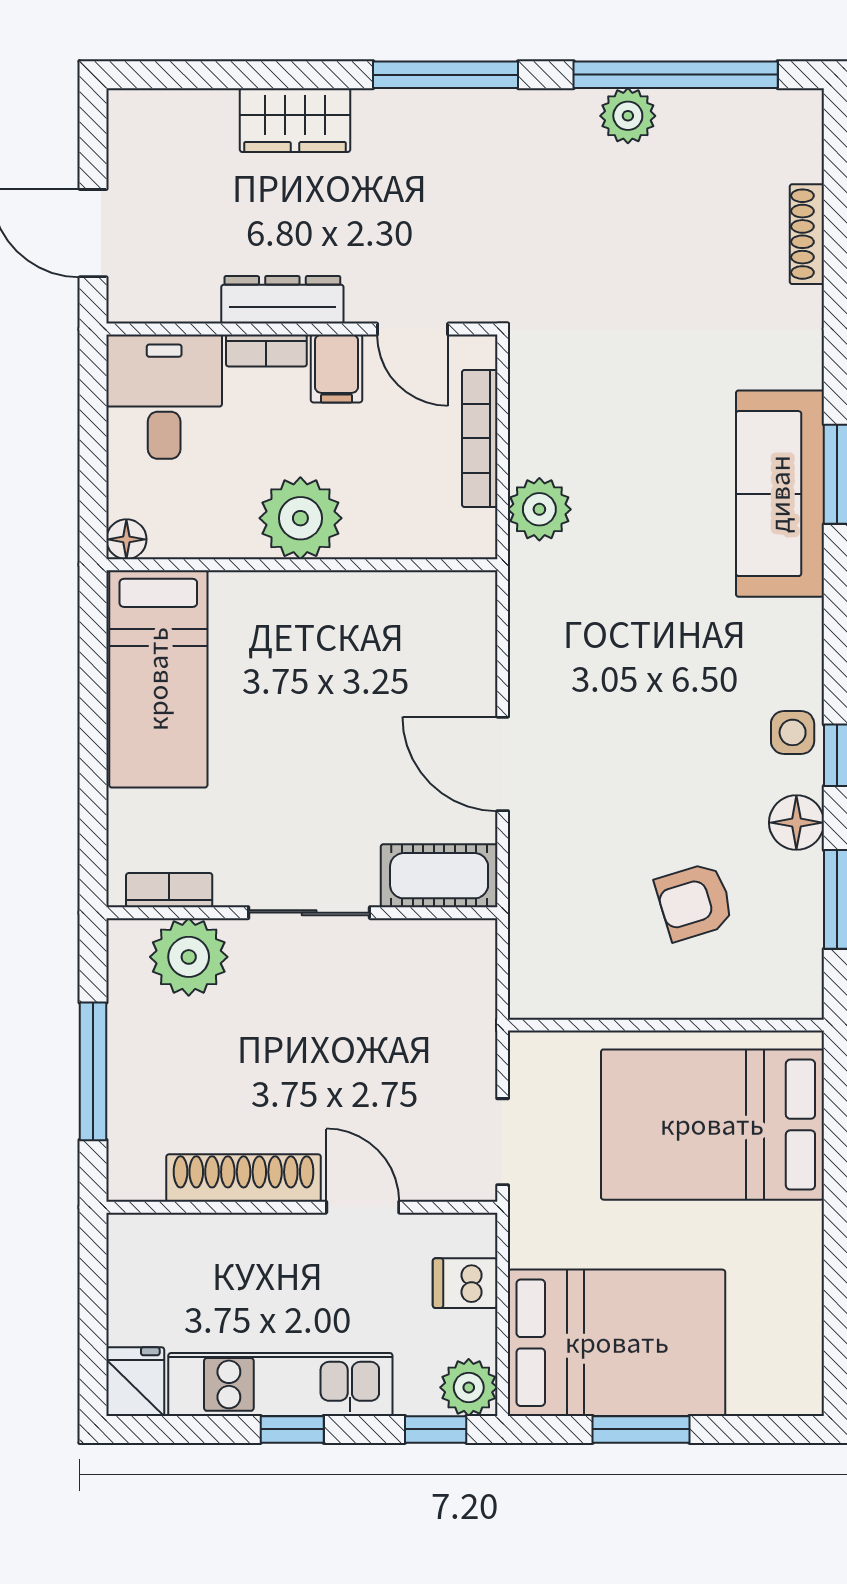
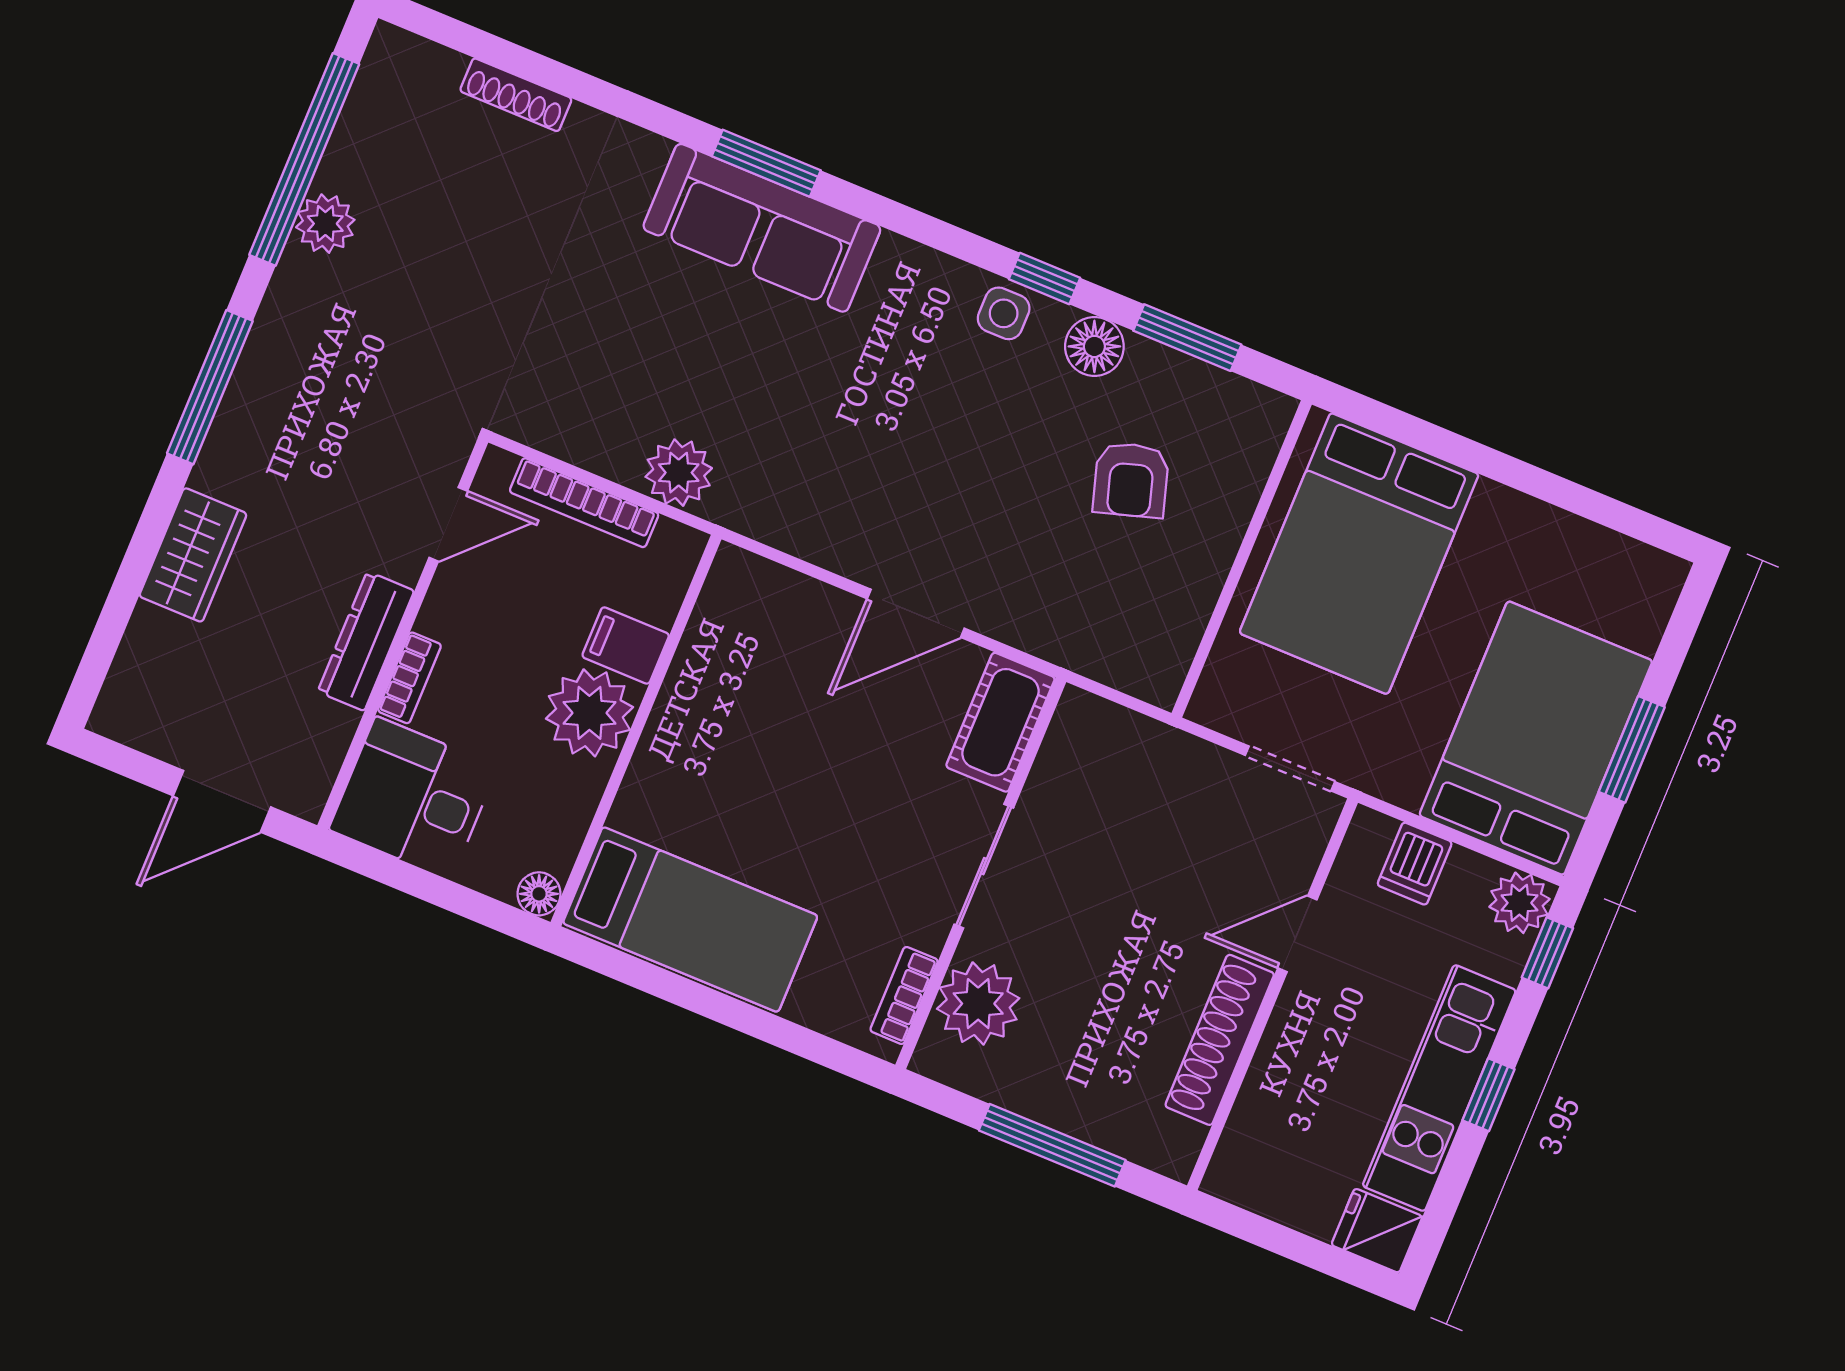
filing cabinet: (336, 368) -> (626, 645), moved, turned 180

